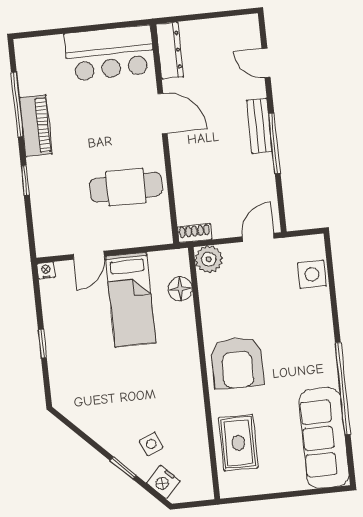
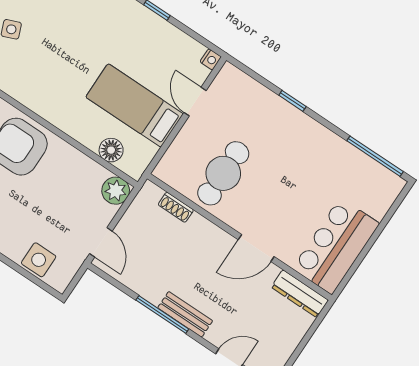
window: (17, 104) -> (375, 156), moved
piano: (36, 126) -> (327, 144), removed
shoe rack: (195, 233) -> (176, 207), moved, turned 90

